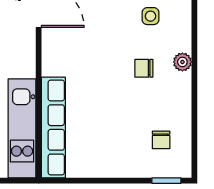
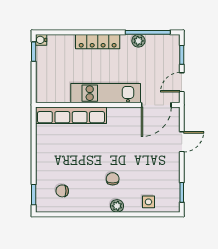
side table: (150, 16) -> (148, 202), moved
kitchen unit: (22, 128) -> (106, 93), moved

